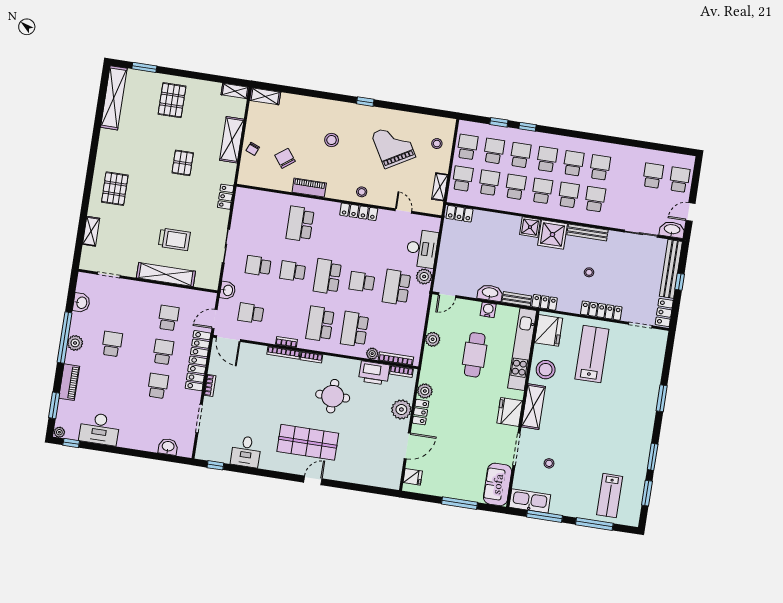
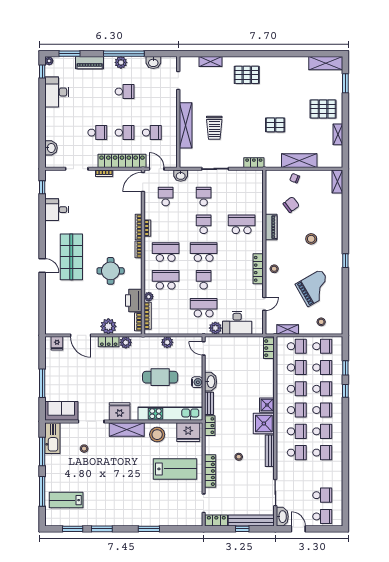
shelving: (235, 91) -> (338, 134), moved
shelving: (114, 98) -> (326, 63), width x0.68

